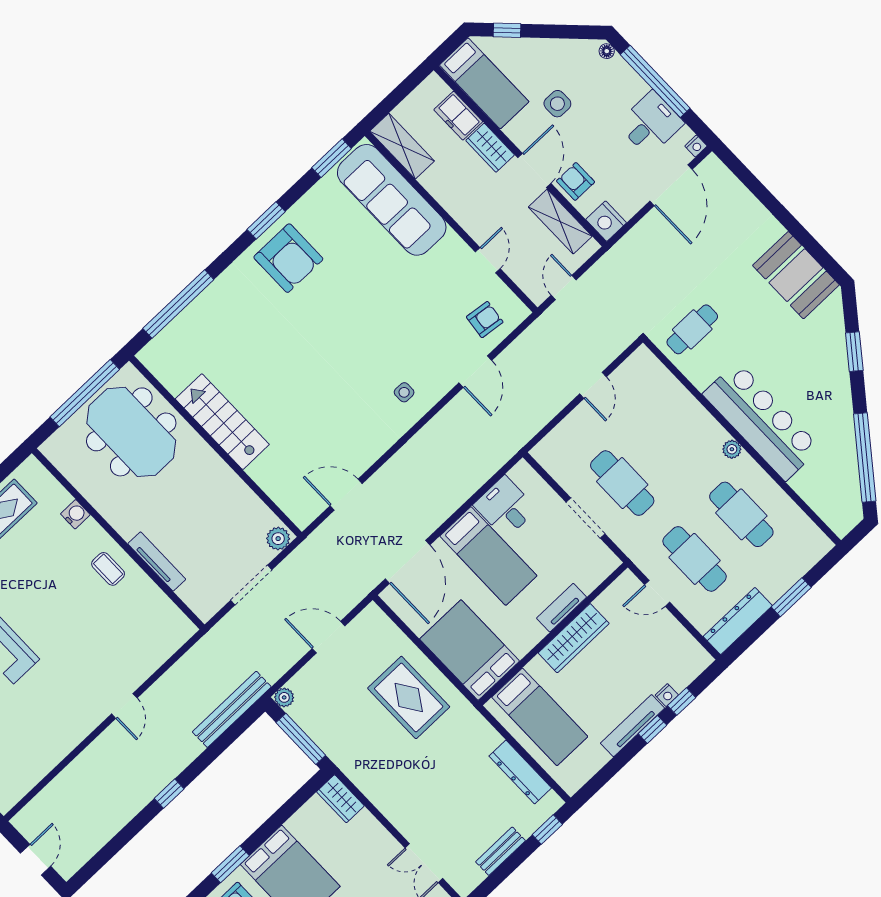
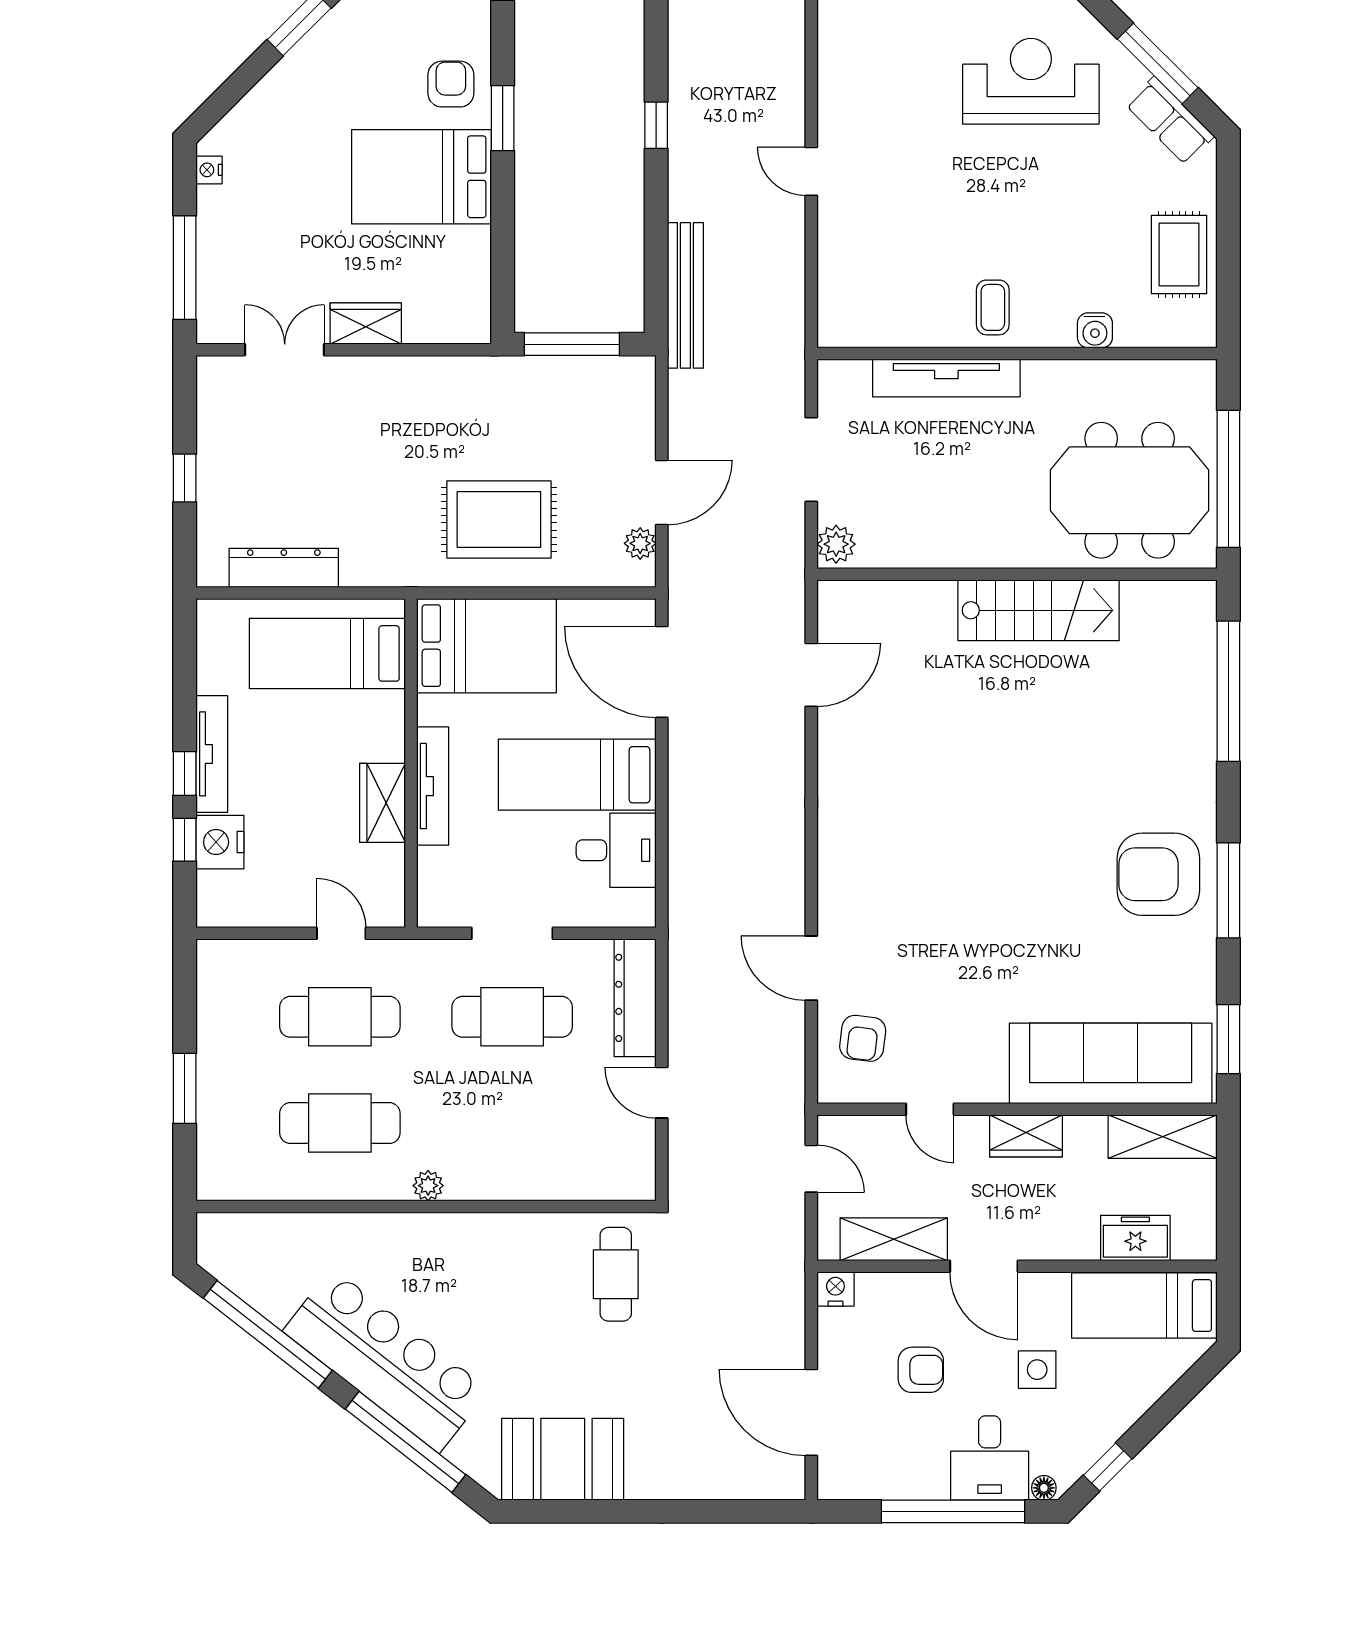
window: (507, 30) -> (1108, 1467), moved
desk: (651, 124) -> (990, 1458), moved
nightstand: (696, 146) -> (830, 1487), removed
wardrobe: (490, 148) -> (1026, 1136), moved, turned 180
armchair: (576, 181) -> (921, 1370), moved
window: (266, 220) -> (1228, 890), width x1.44
nightstand: (606, 221) -> (835, 1289), width x0.74, depth x0.75
window: (854, 352) -> (405, 1442), width x2.11
side table: (404, 392) -> (867, 860), removed
bar counter: (761, 421) -> (386, 1361), moved, turned -142
tv unit: (157, 562) -> (946, 378), width x1.36, depth x1.29
coffee table: (108, 569) -> (993, 307), turned 90
door: (657, 593) -> (341, 933), hinge flipped
tv unit: (561, 608) -> (433, 786), width x1.41
dresser: (738, 621) -> (635, 998), moved, turned 180
wardrobe: (574, 638) -> (383, 803), width x0.67
nightstand: (667, 695) -> (220, 842), width x1.89, depth x1.79
plant: (284, 697) -> (640, 543), moved
wardrobe: (340, 799) -> (366, 323), moved
window: (547, 829) -> (185, 478), moved
bench: (501, 851) -> (212, 455), removed

